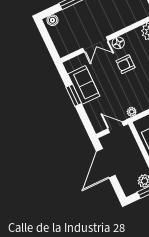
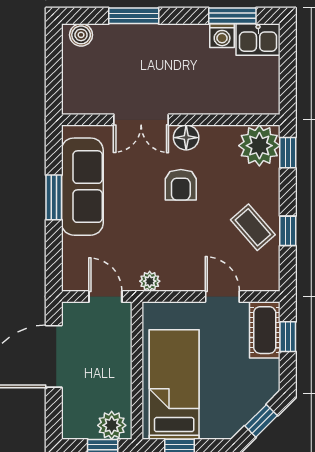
armchair: (125, 64) -> (181, 185), turned -90
sofa: (84, 85) -> (82, 187), width x1.36

